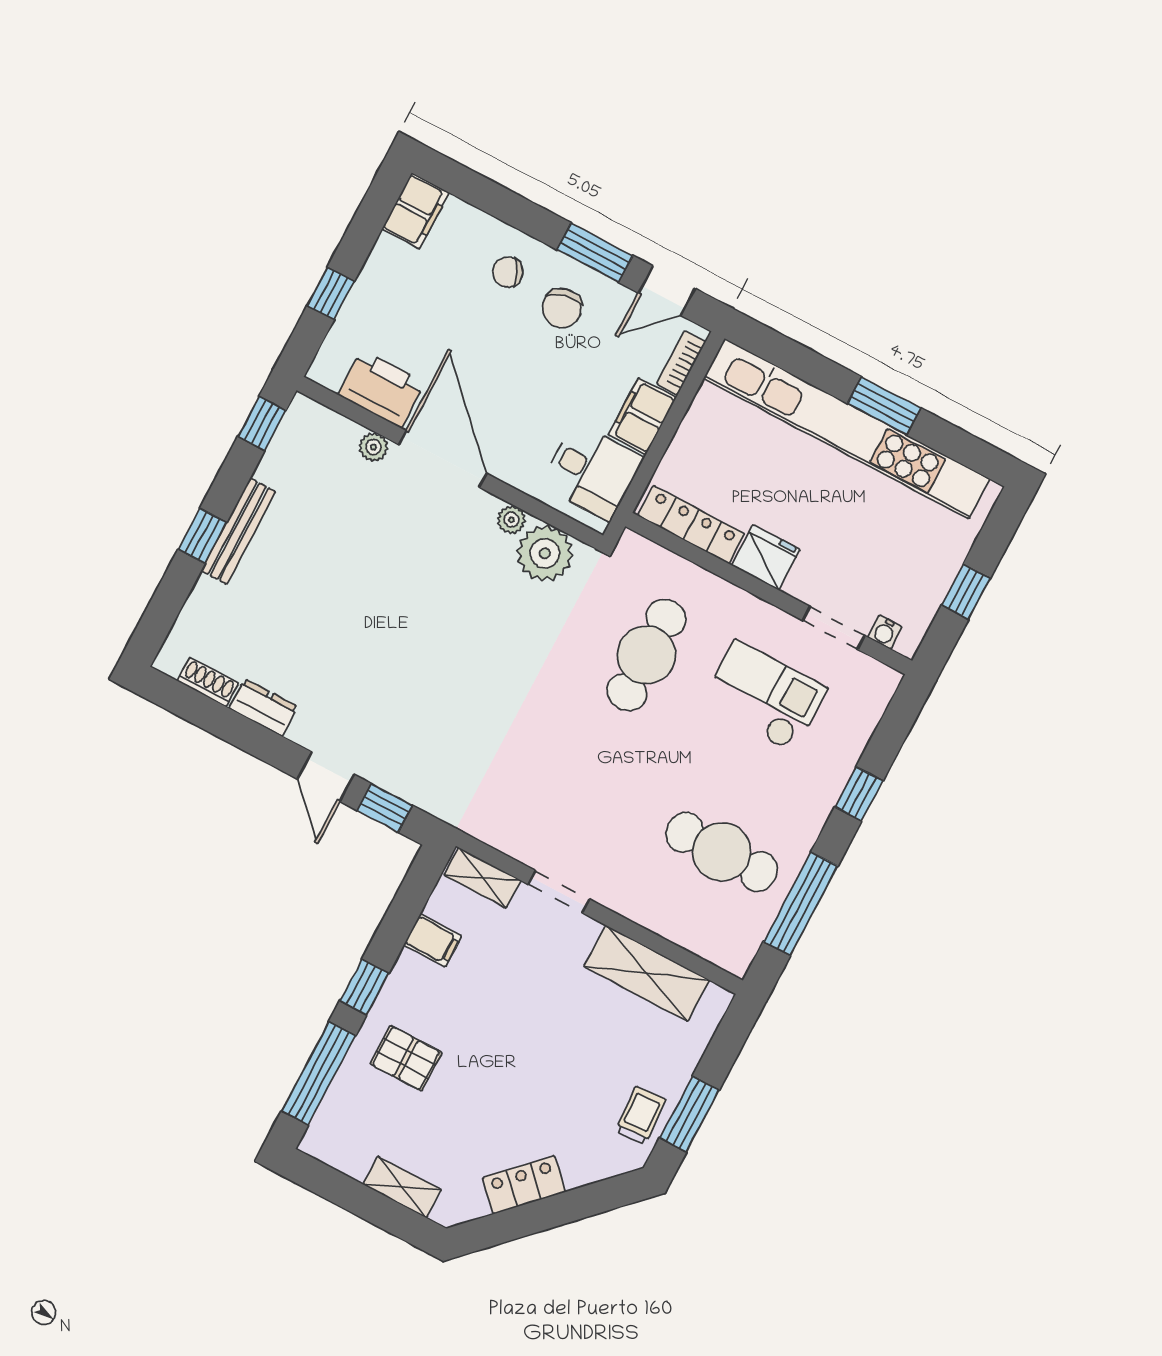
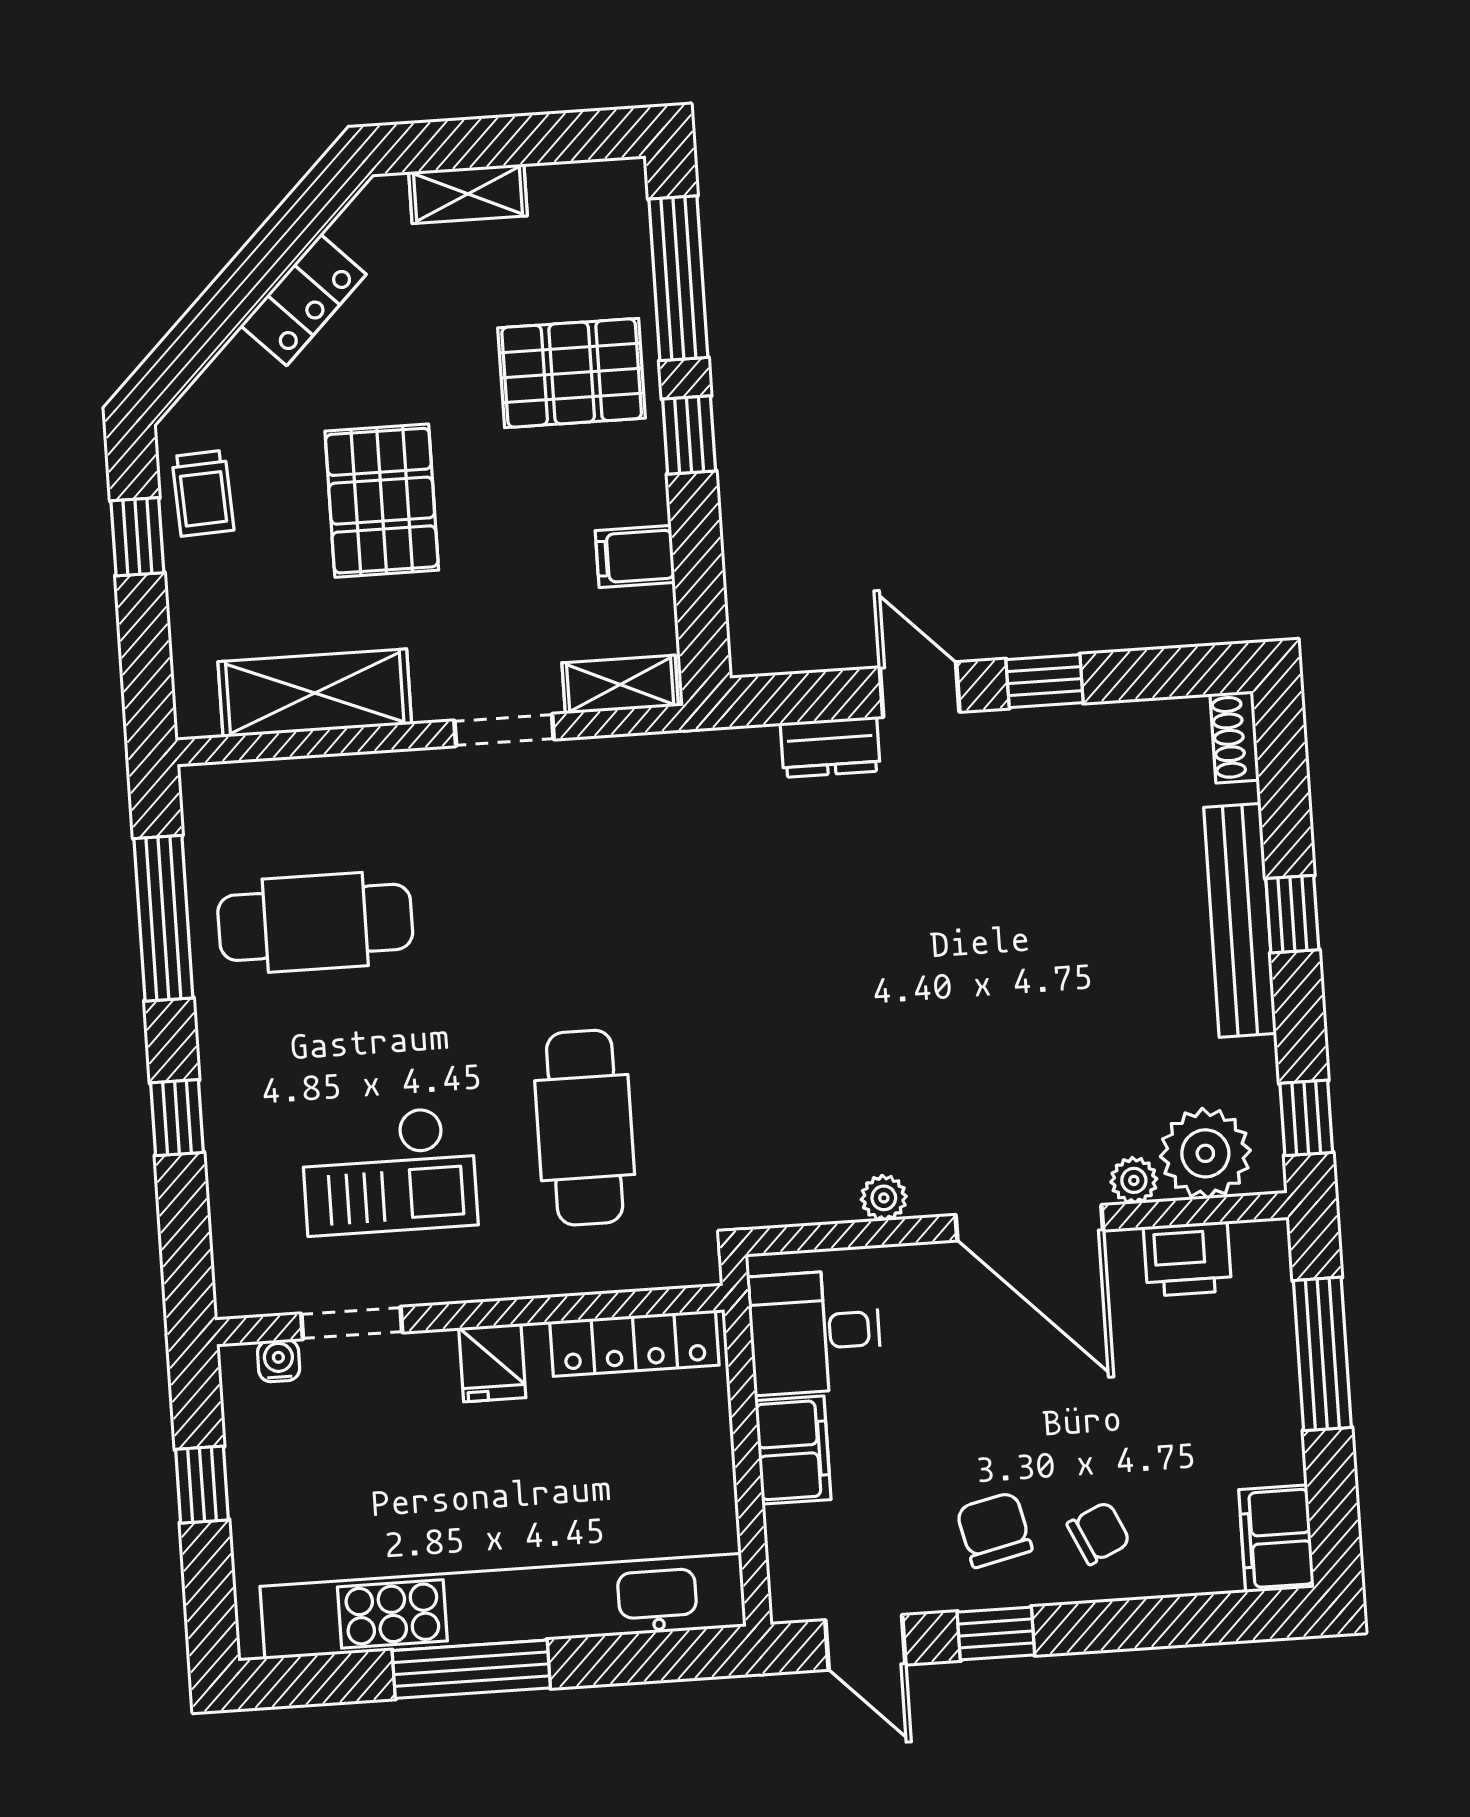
window: (595, 253) -> (996, 1633), width x0.67
door: (667, 291) -> (865, 1642), swing flipped
window: (331, 293) -> (1322, 1354), width x2.17
bookcase: (681, 363) -> (785, 1556), removed
printer: (381, 389) -> (1188, 1259), width x0.73, depth x0.84
window: (884, 406) -> (471, 1669), width x1.44
bench: (238, 531) -> (1240, 920), width x1.37, depth x1.21
plant: (545, 553) -> (1205, 1153), moved
fridge: (766, 557) -> (492, 1363), width x0.72
shoe rack: (208, 682) -> (1234, 737), moved, turned 90
dresser: (263, 708) -> (830, 747), moved
window: (385, 808) -> (1045, 681), moved
pallet: (548, 1053) -> (382, 501), added
pallet: (406, 1058) -> (572, 373), width x1.50, depth x1.42
window: (689, 1114) -> (137, 537), width x0.67

